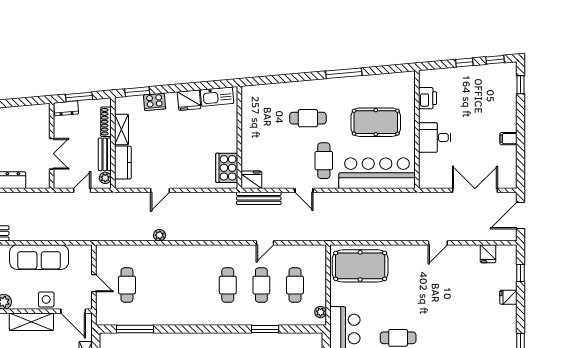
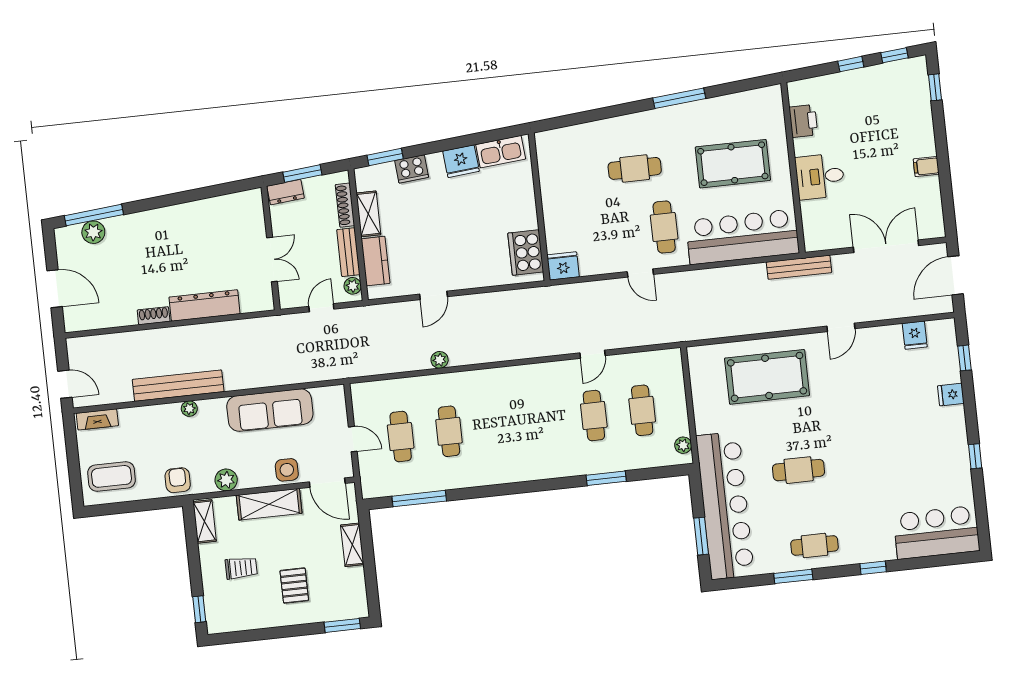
bench: (259, 198) -> (799, 267), moved
pool table: (360, 266) -> (767, 377), moved
cafe table: (228, 285) -> (449, 431), moved

